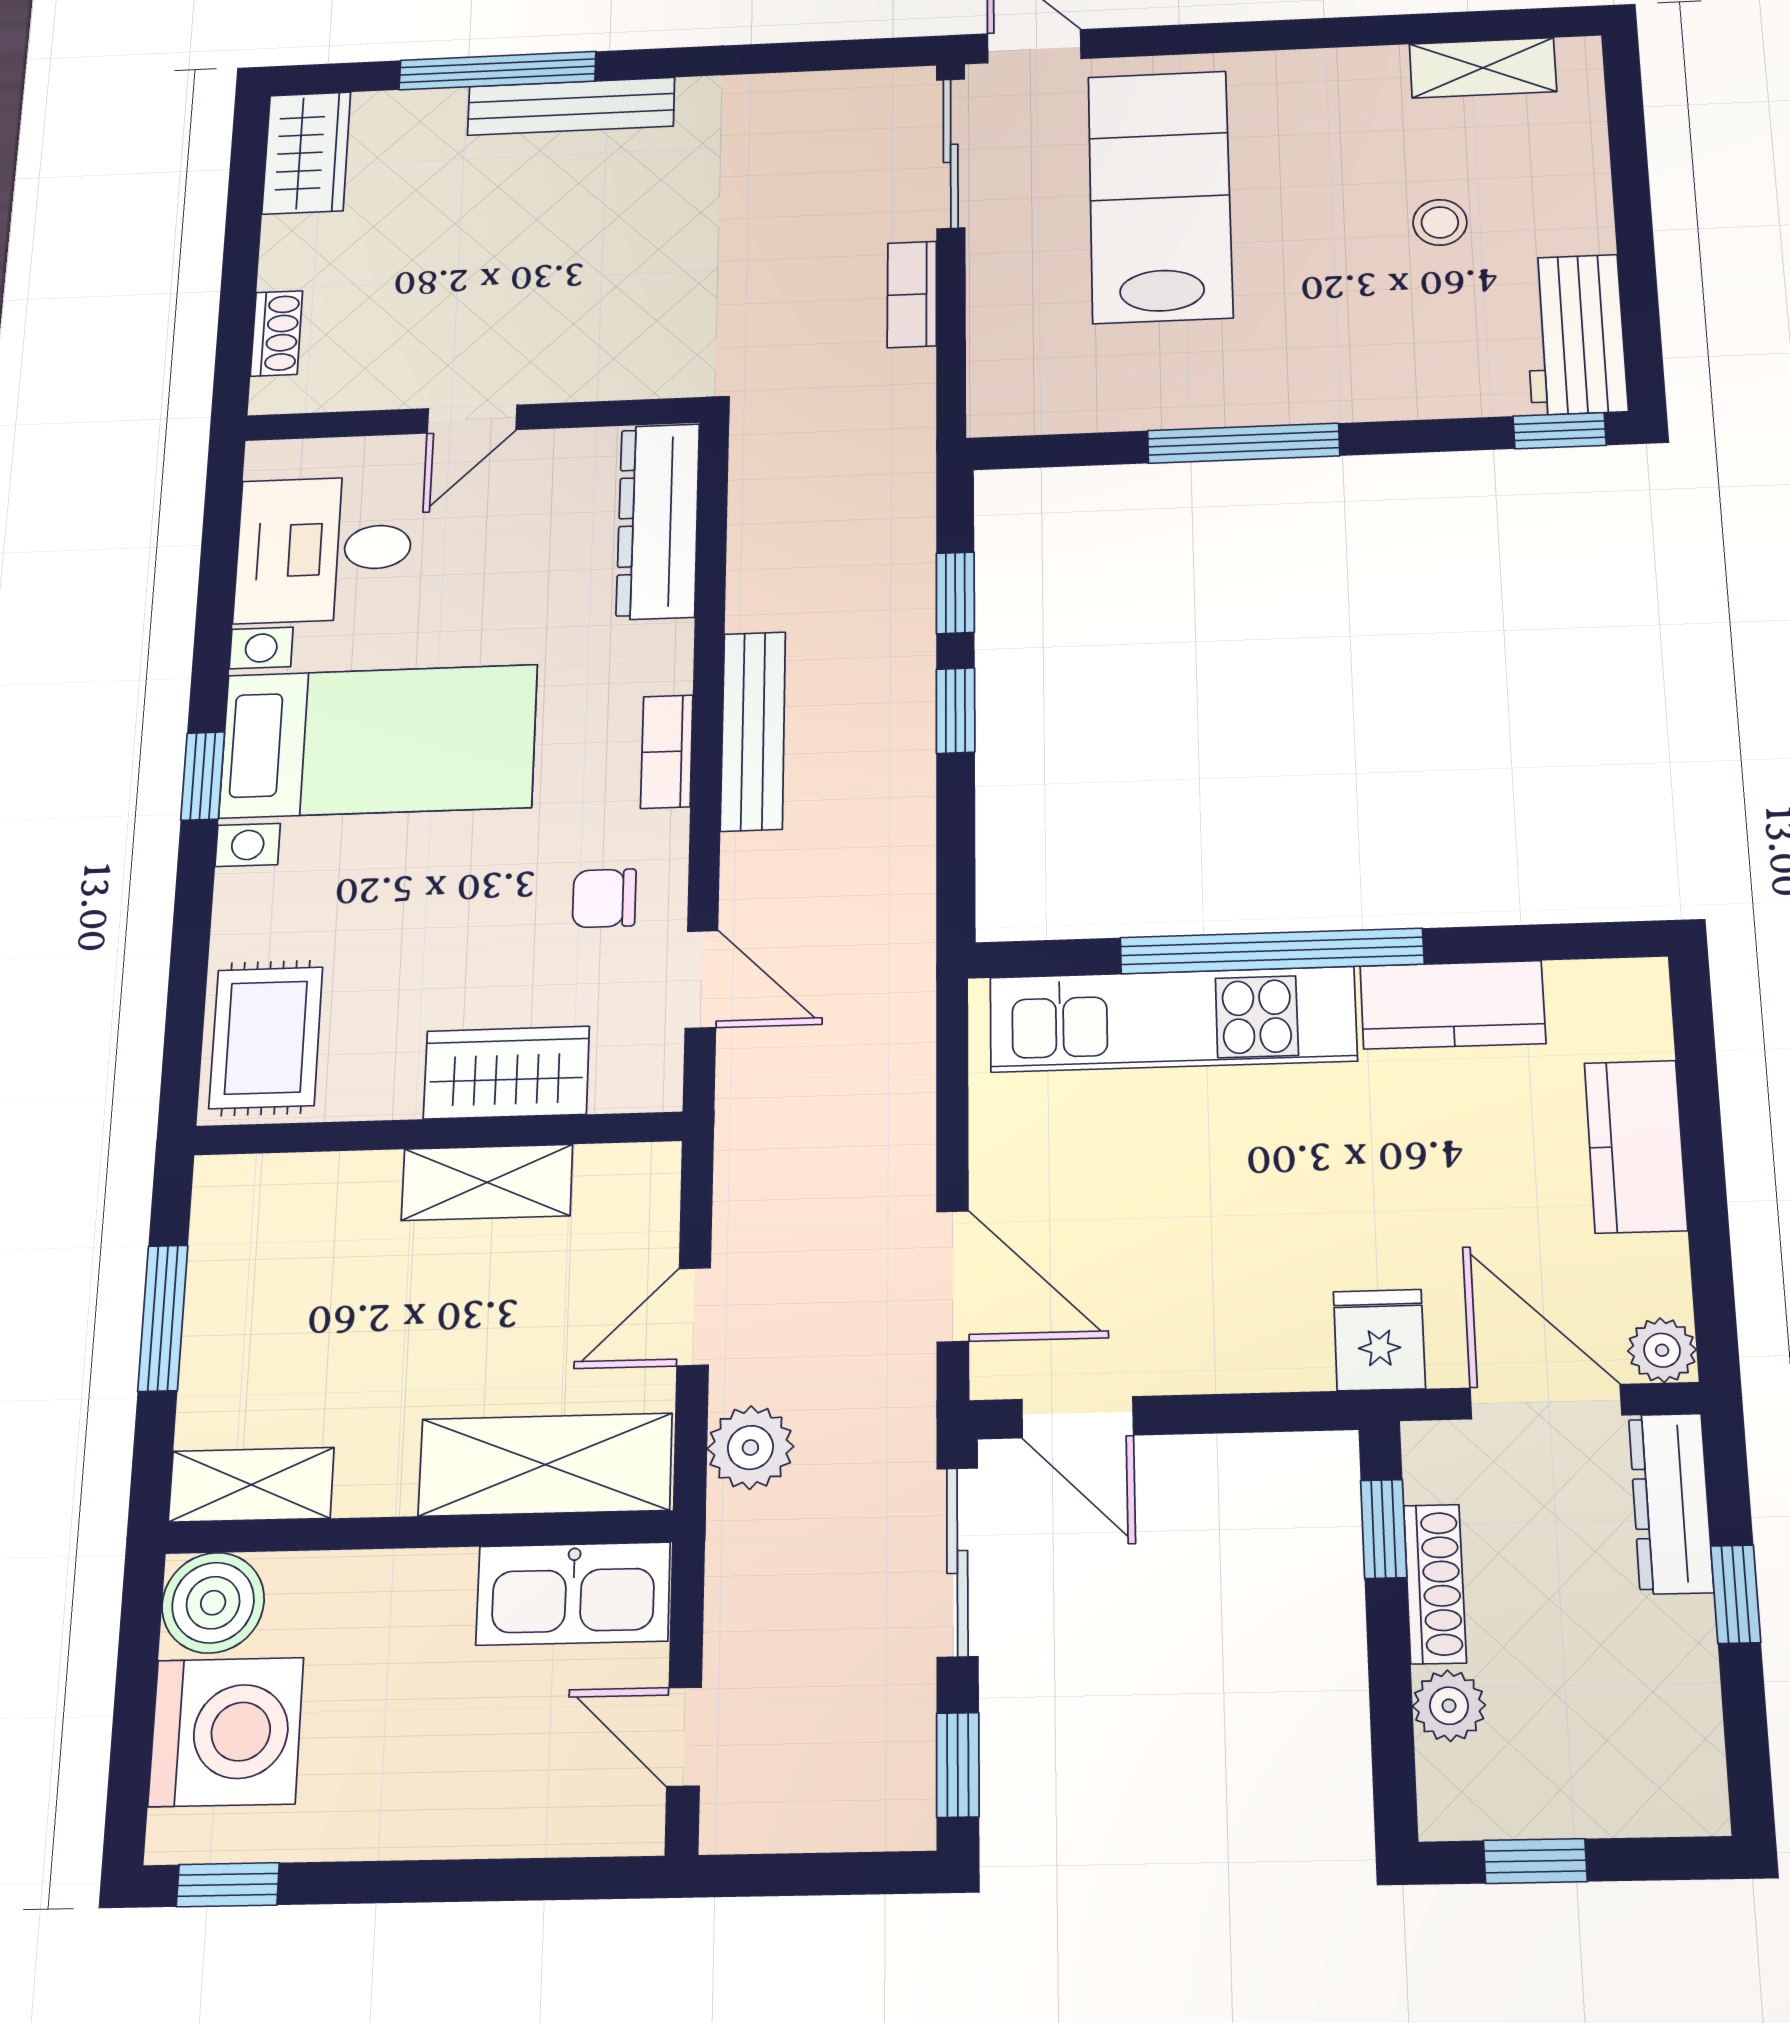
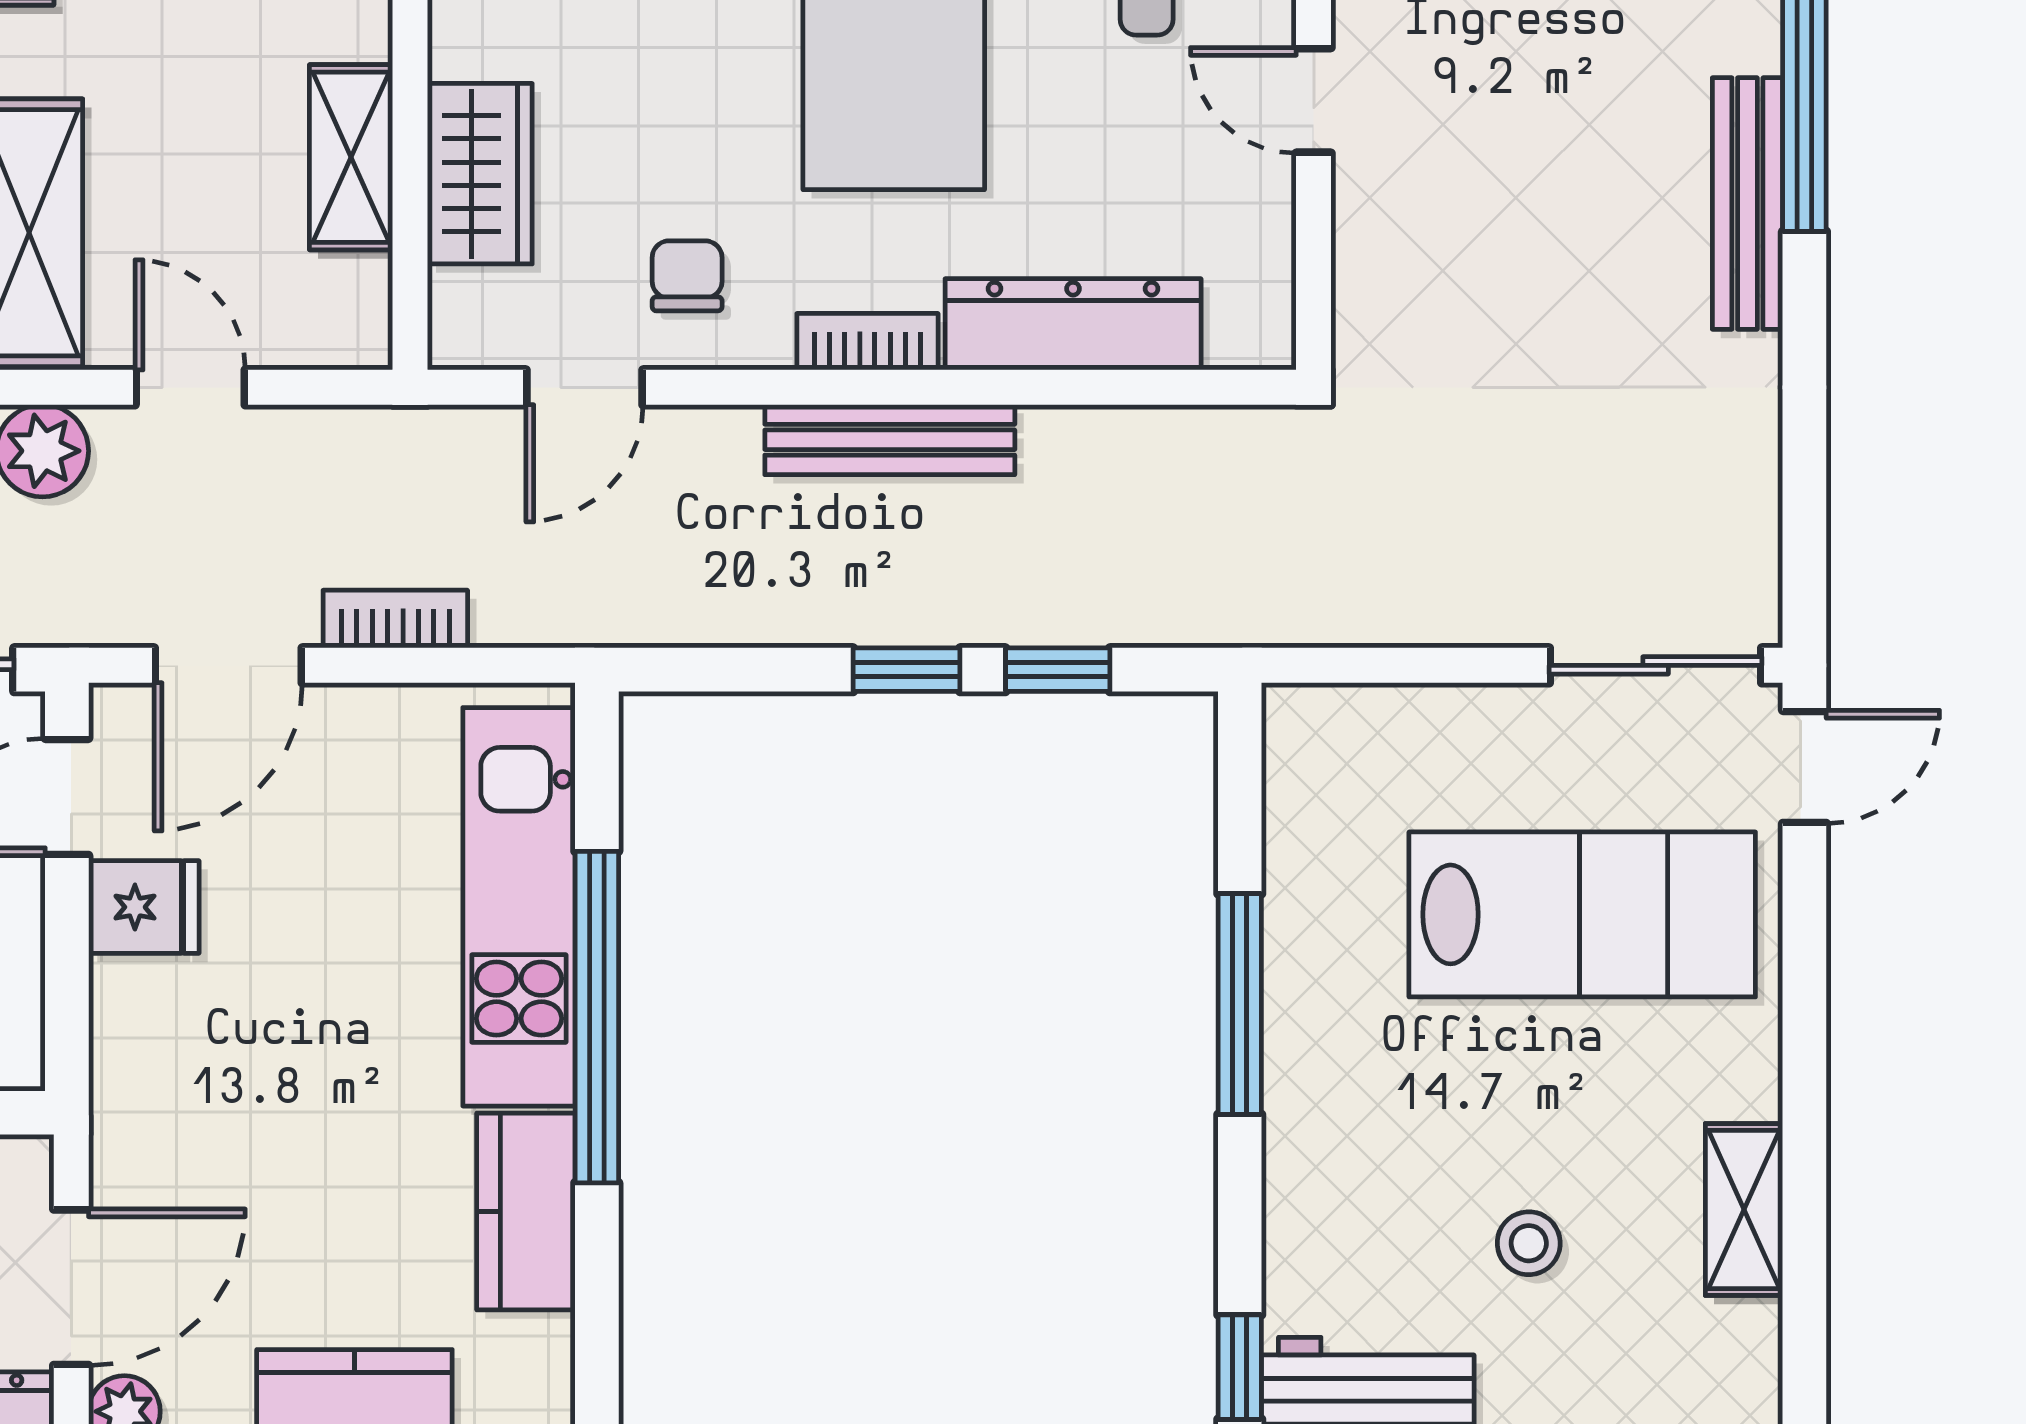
shelving: (1483, 68) -> (1744, 1209), moved
bookcase: (912, 294) -> (395, 619), moved
dresser: (658, 521) -> (1073, 324), moved
fridge: (1379, 1340) -> (144, 907), moved

